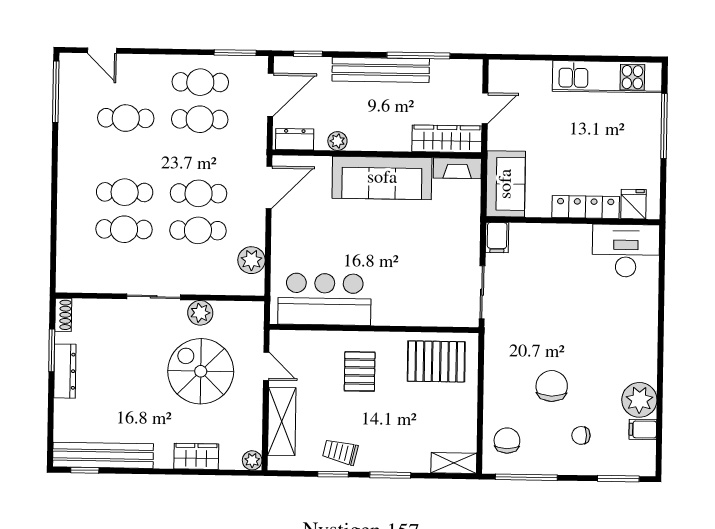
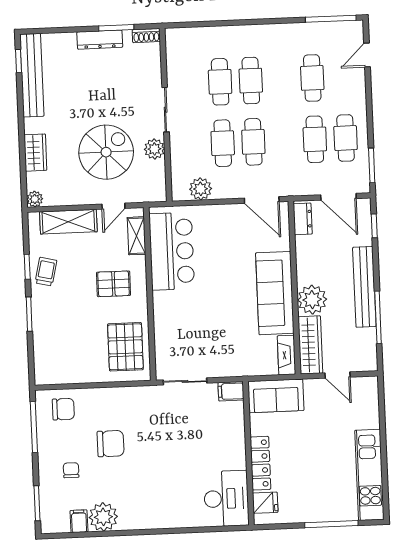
plant: (337, 141) -> (312, 300), moved, width x1.88, depth x1.88
shelving: (454, 463) -> (136, 236), moved

